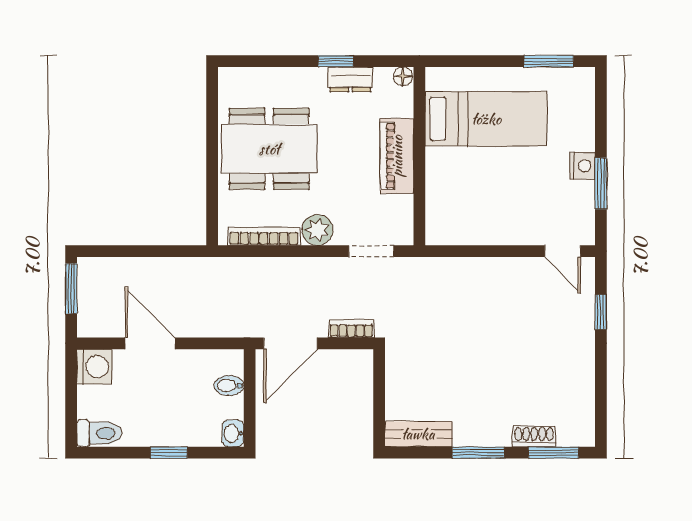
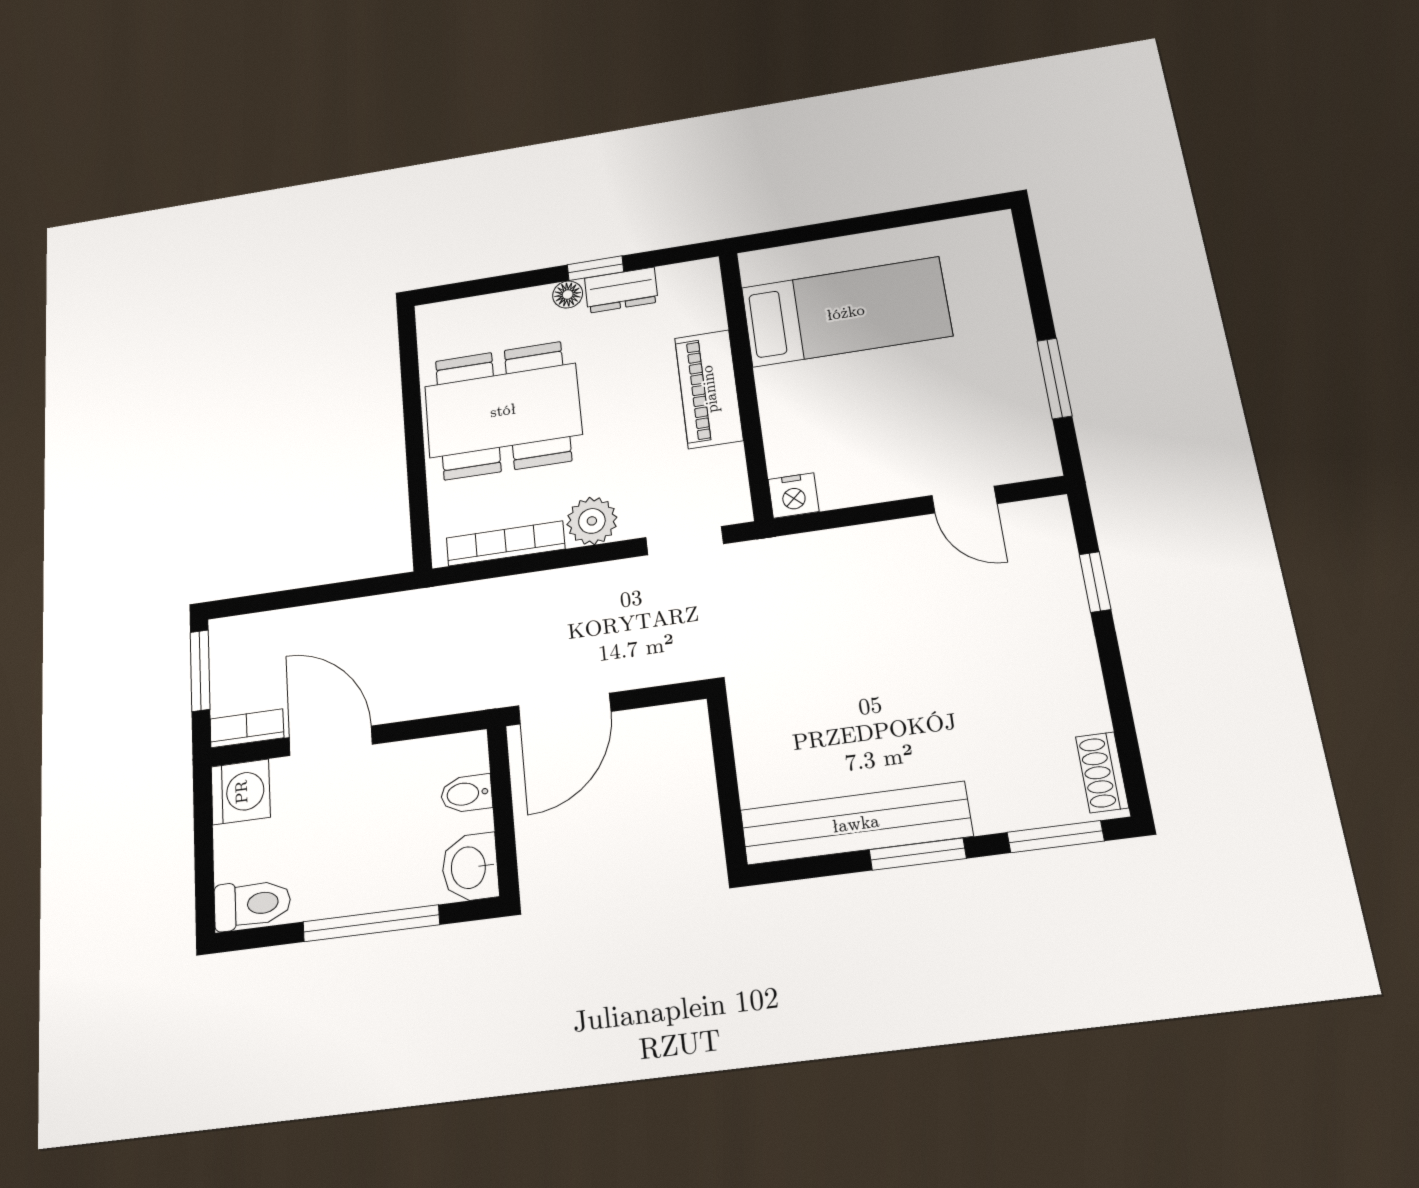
window: (549, 61) -> (934, 213), removed
floor lamp: (403, 76) -> (568, 295), moved
nightstand: (583, 166) -> (794, 495), moved, turned 90
door: (563, 251) -> (964, 500), moved
bookcase: (351, 329) -> (247, 728), moved
washbasin: (233, 433) -> (470, 867), width x1.38, depth x1.45
bench: (418, 434) -> (856, 823), width x1.86, depth x1.21
shoe rack: (534, 436) -> (1102, 772), moved, turned -90
window: (169, 453) -> (371, 923), width x2.17

